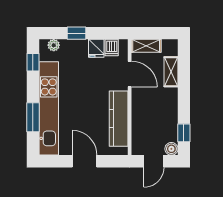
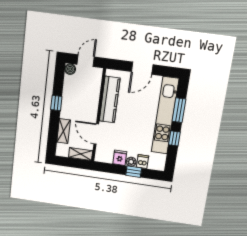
plant: (54, 45) -> (131, 162), moved
dishwasher: (112, 48) -> (143, 162), moved
window: (33, 62) -> (174, 138), moved
window: (184, 133) -> (56, 103), moved
door: (85, 161) -> (142, 68), hinge flipped

